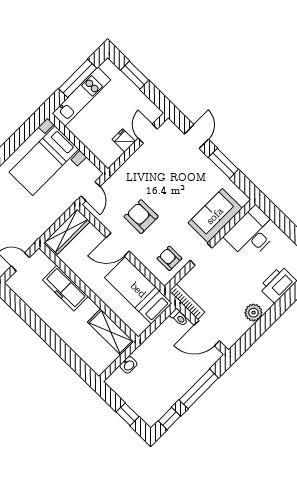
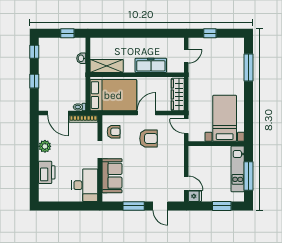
fridge: (124, 140) -> (195, 196), moved
bed: (138, 290) -> (113, 95), width x1.50
door: (207, 333) -> (58, 113), swing flipped
window: (199, 389) -> (34, 81), width x0.46
window: (128, 414) -> (67, 33), moved

